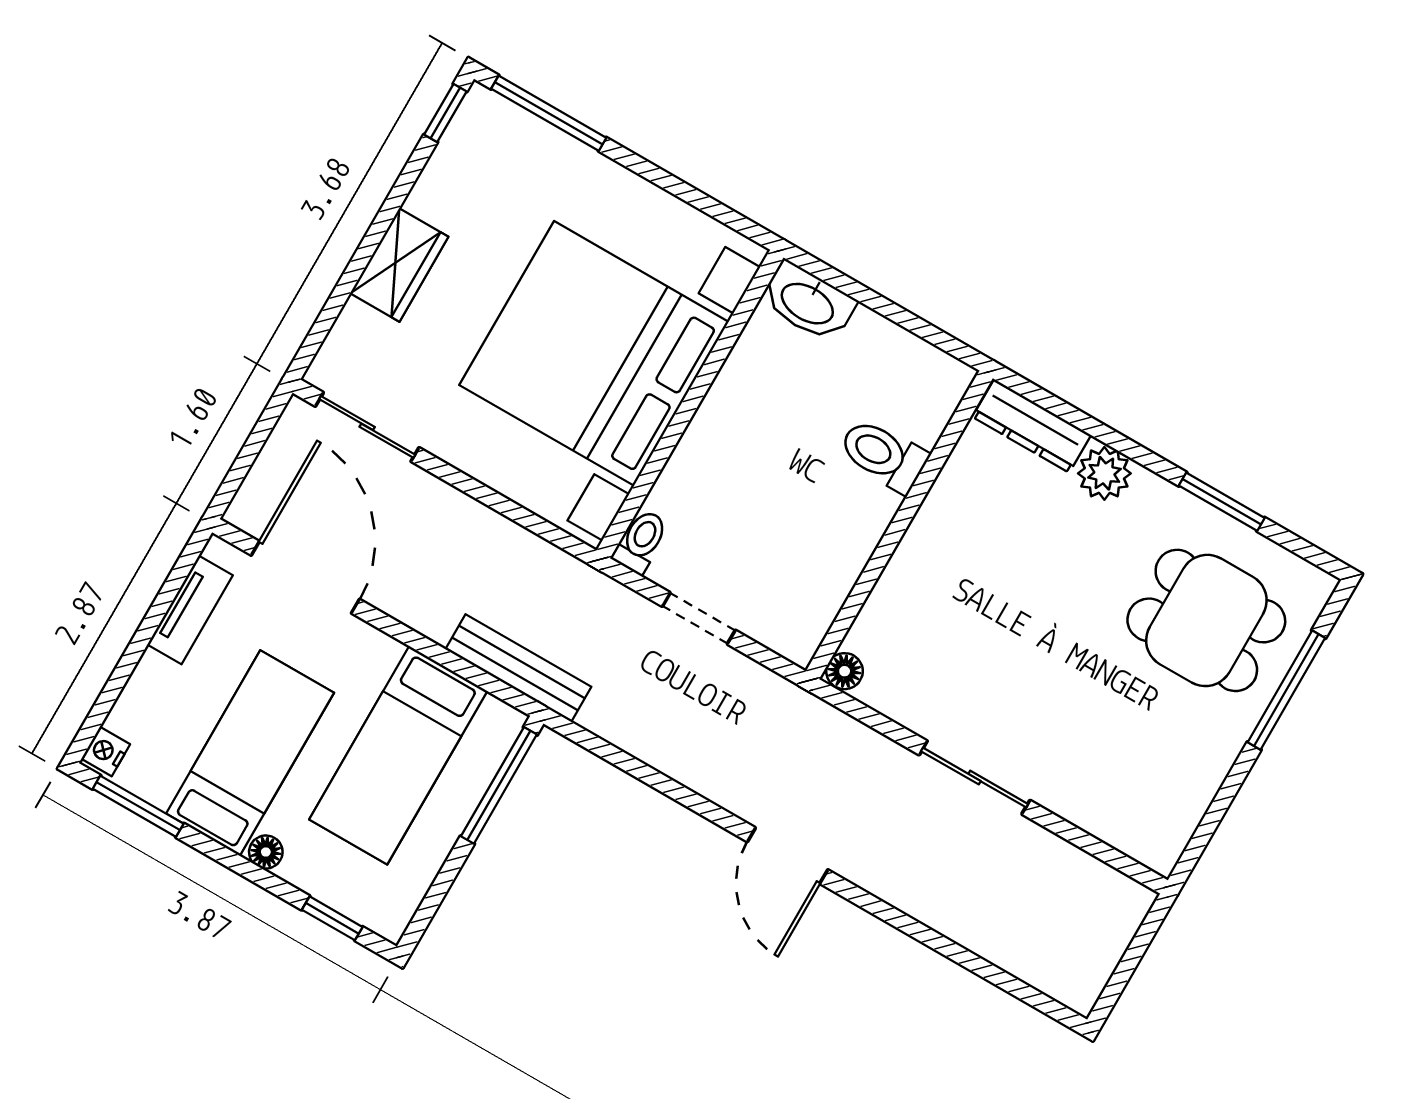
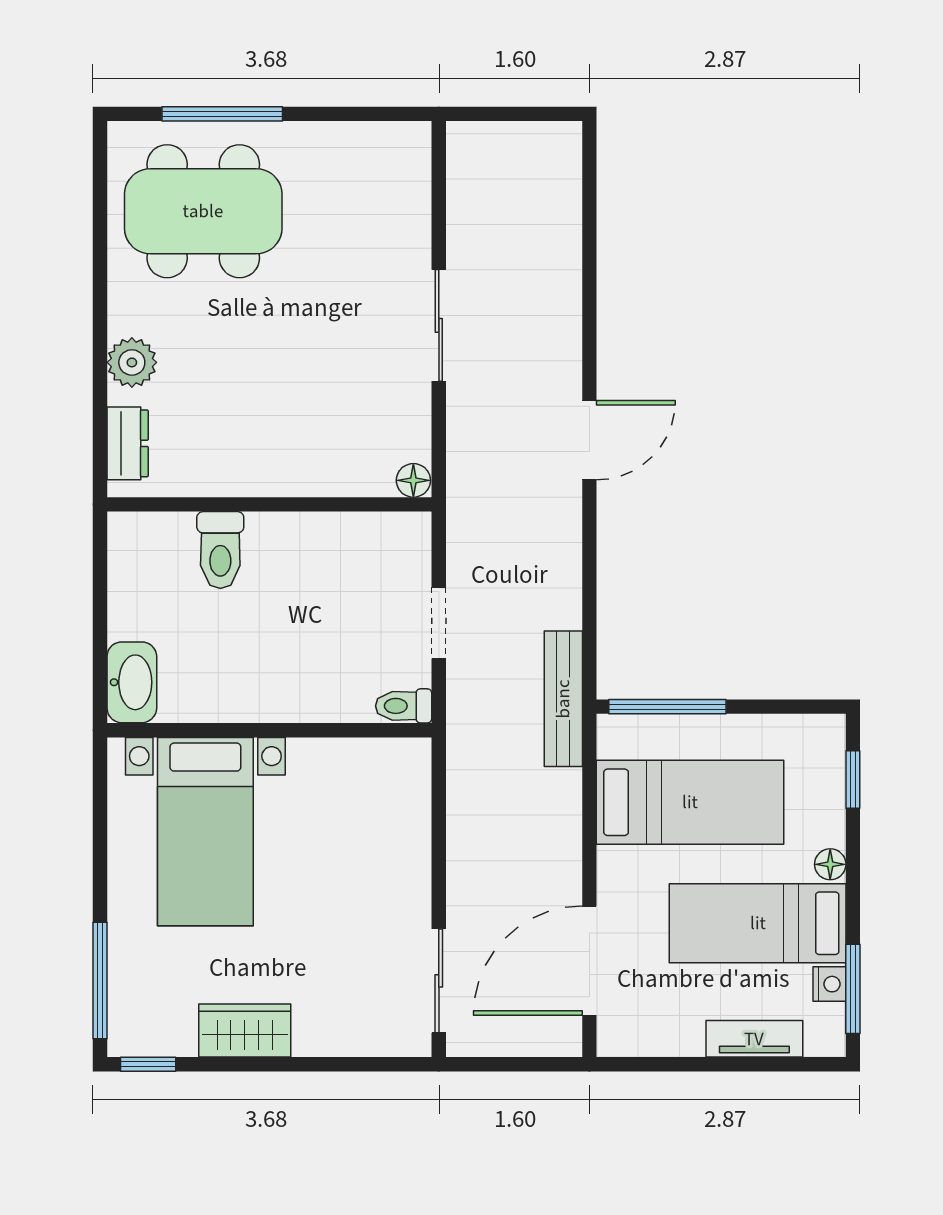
wardrobe: (399, 265) -> (245, 1031), moved
bed with nightstands: (594, 353) -> (205, 832), width x0.54
dresser: (1032, 426) -> (128, 443), width x0.70
window: (1222, 502) -> (100, 254), removed
tv unit: (190, 610) -> (754, 1039), moved
dining table: (1206, 620) -> (203, 211), width x1.38
bench: (518, 668) -> (563, 699), moved
nightstand: (106, 751) -> (829, 984), moved, turned -90

